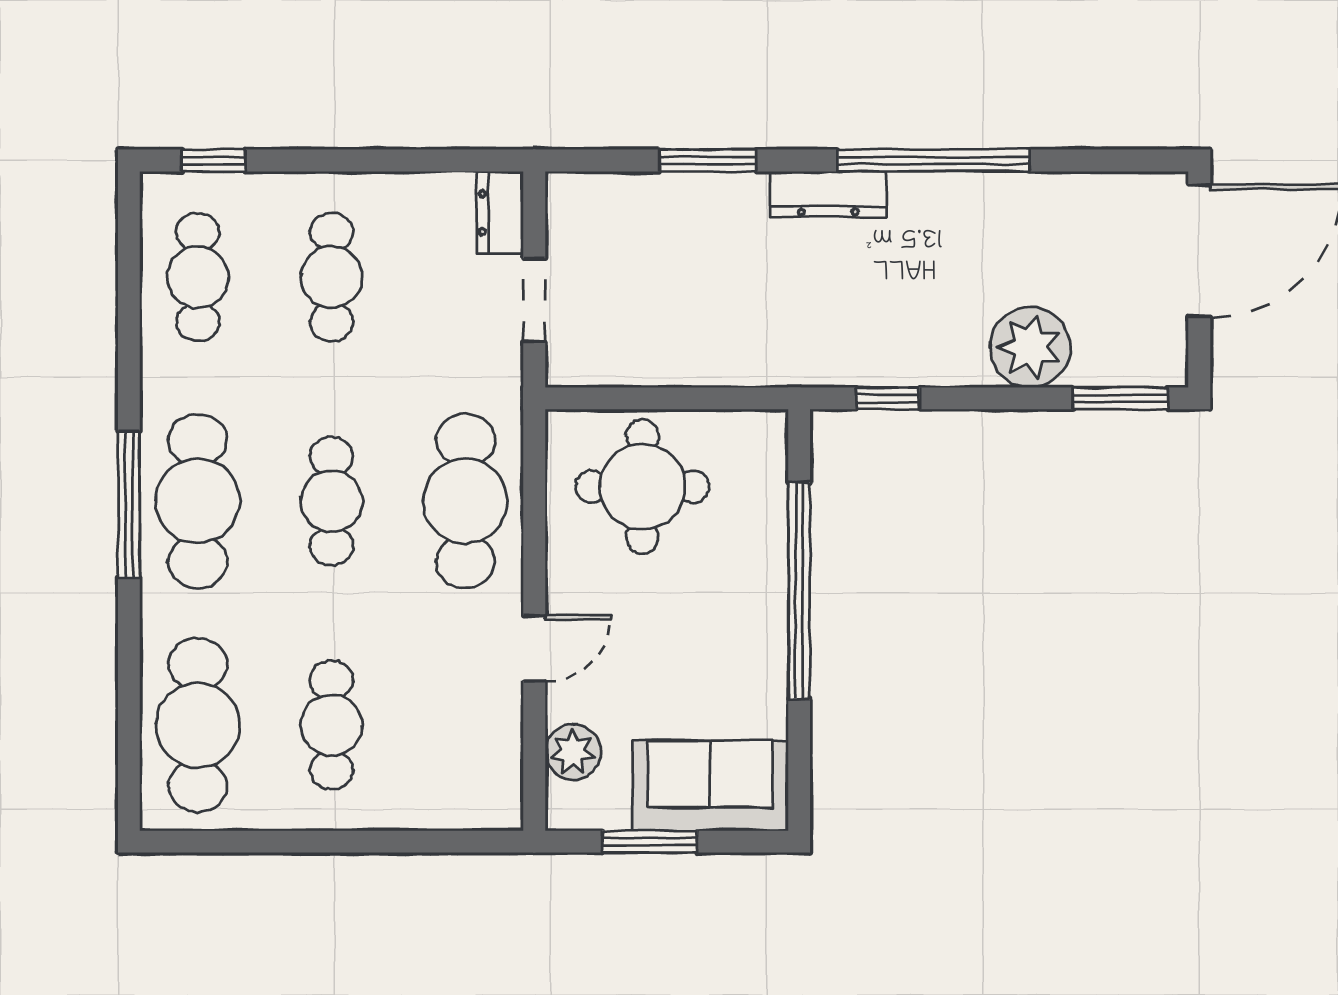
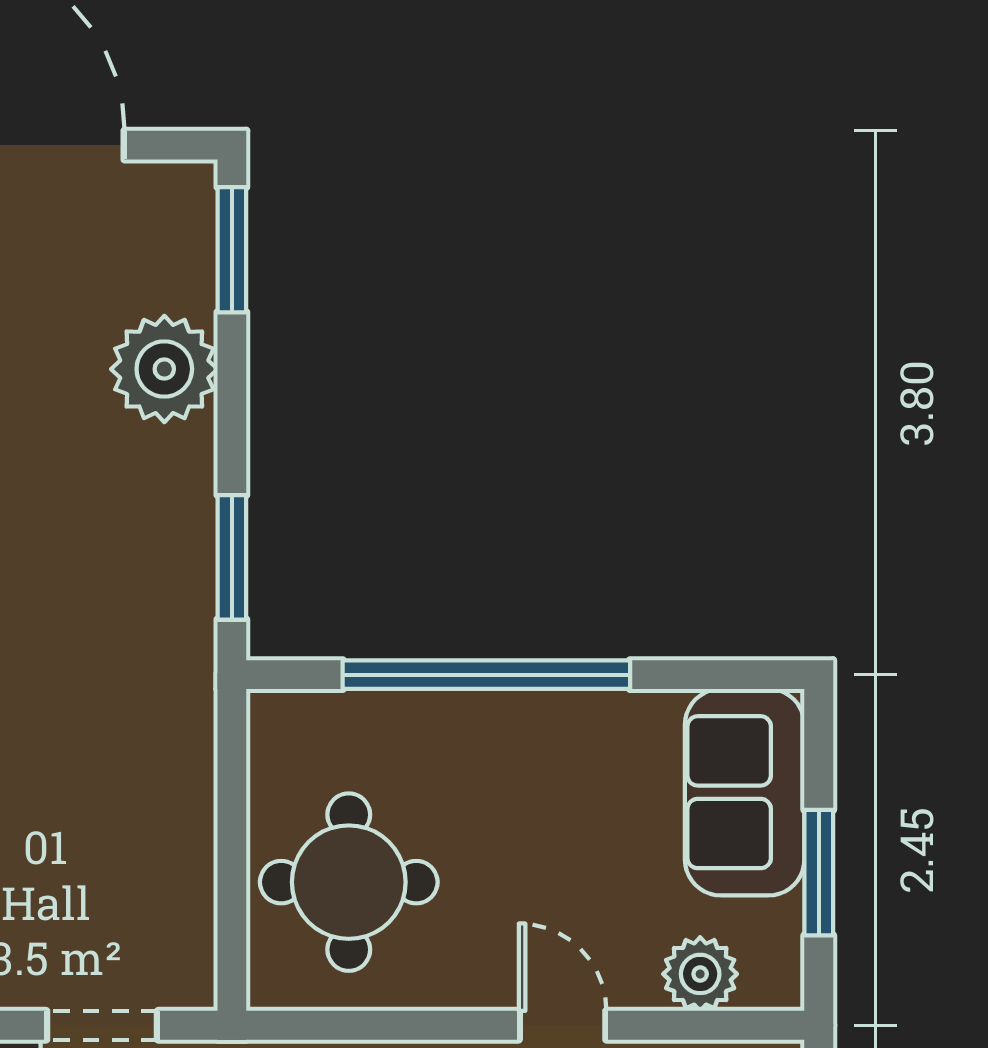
window: (888, 398) -> (232, 557), width x1.50

